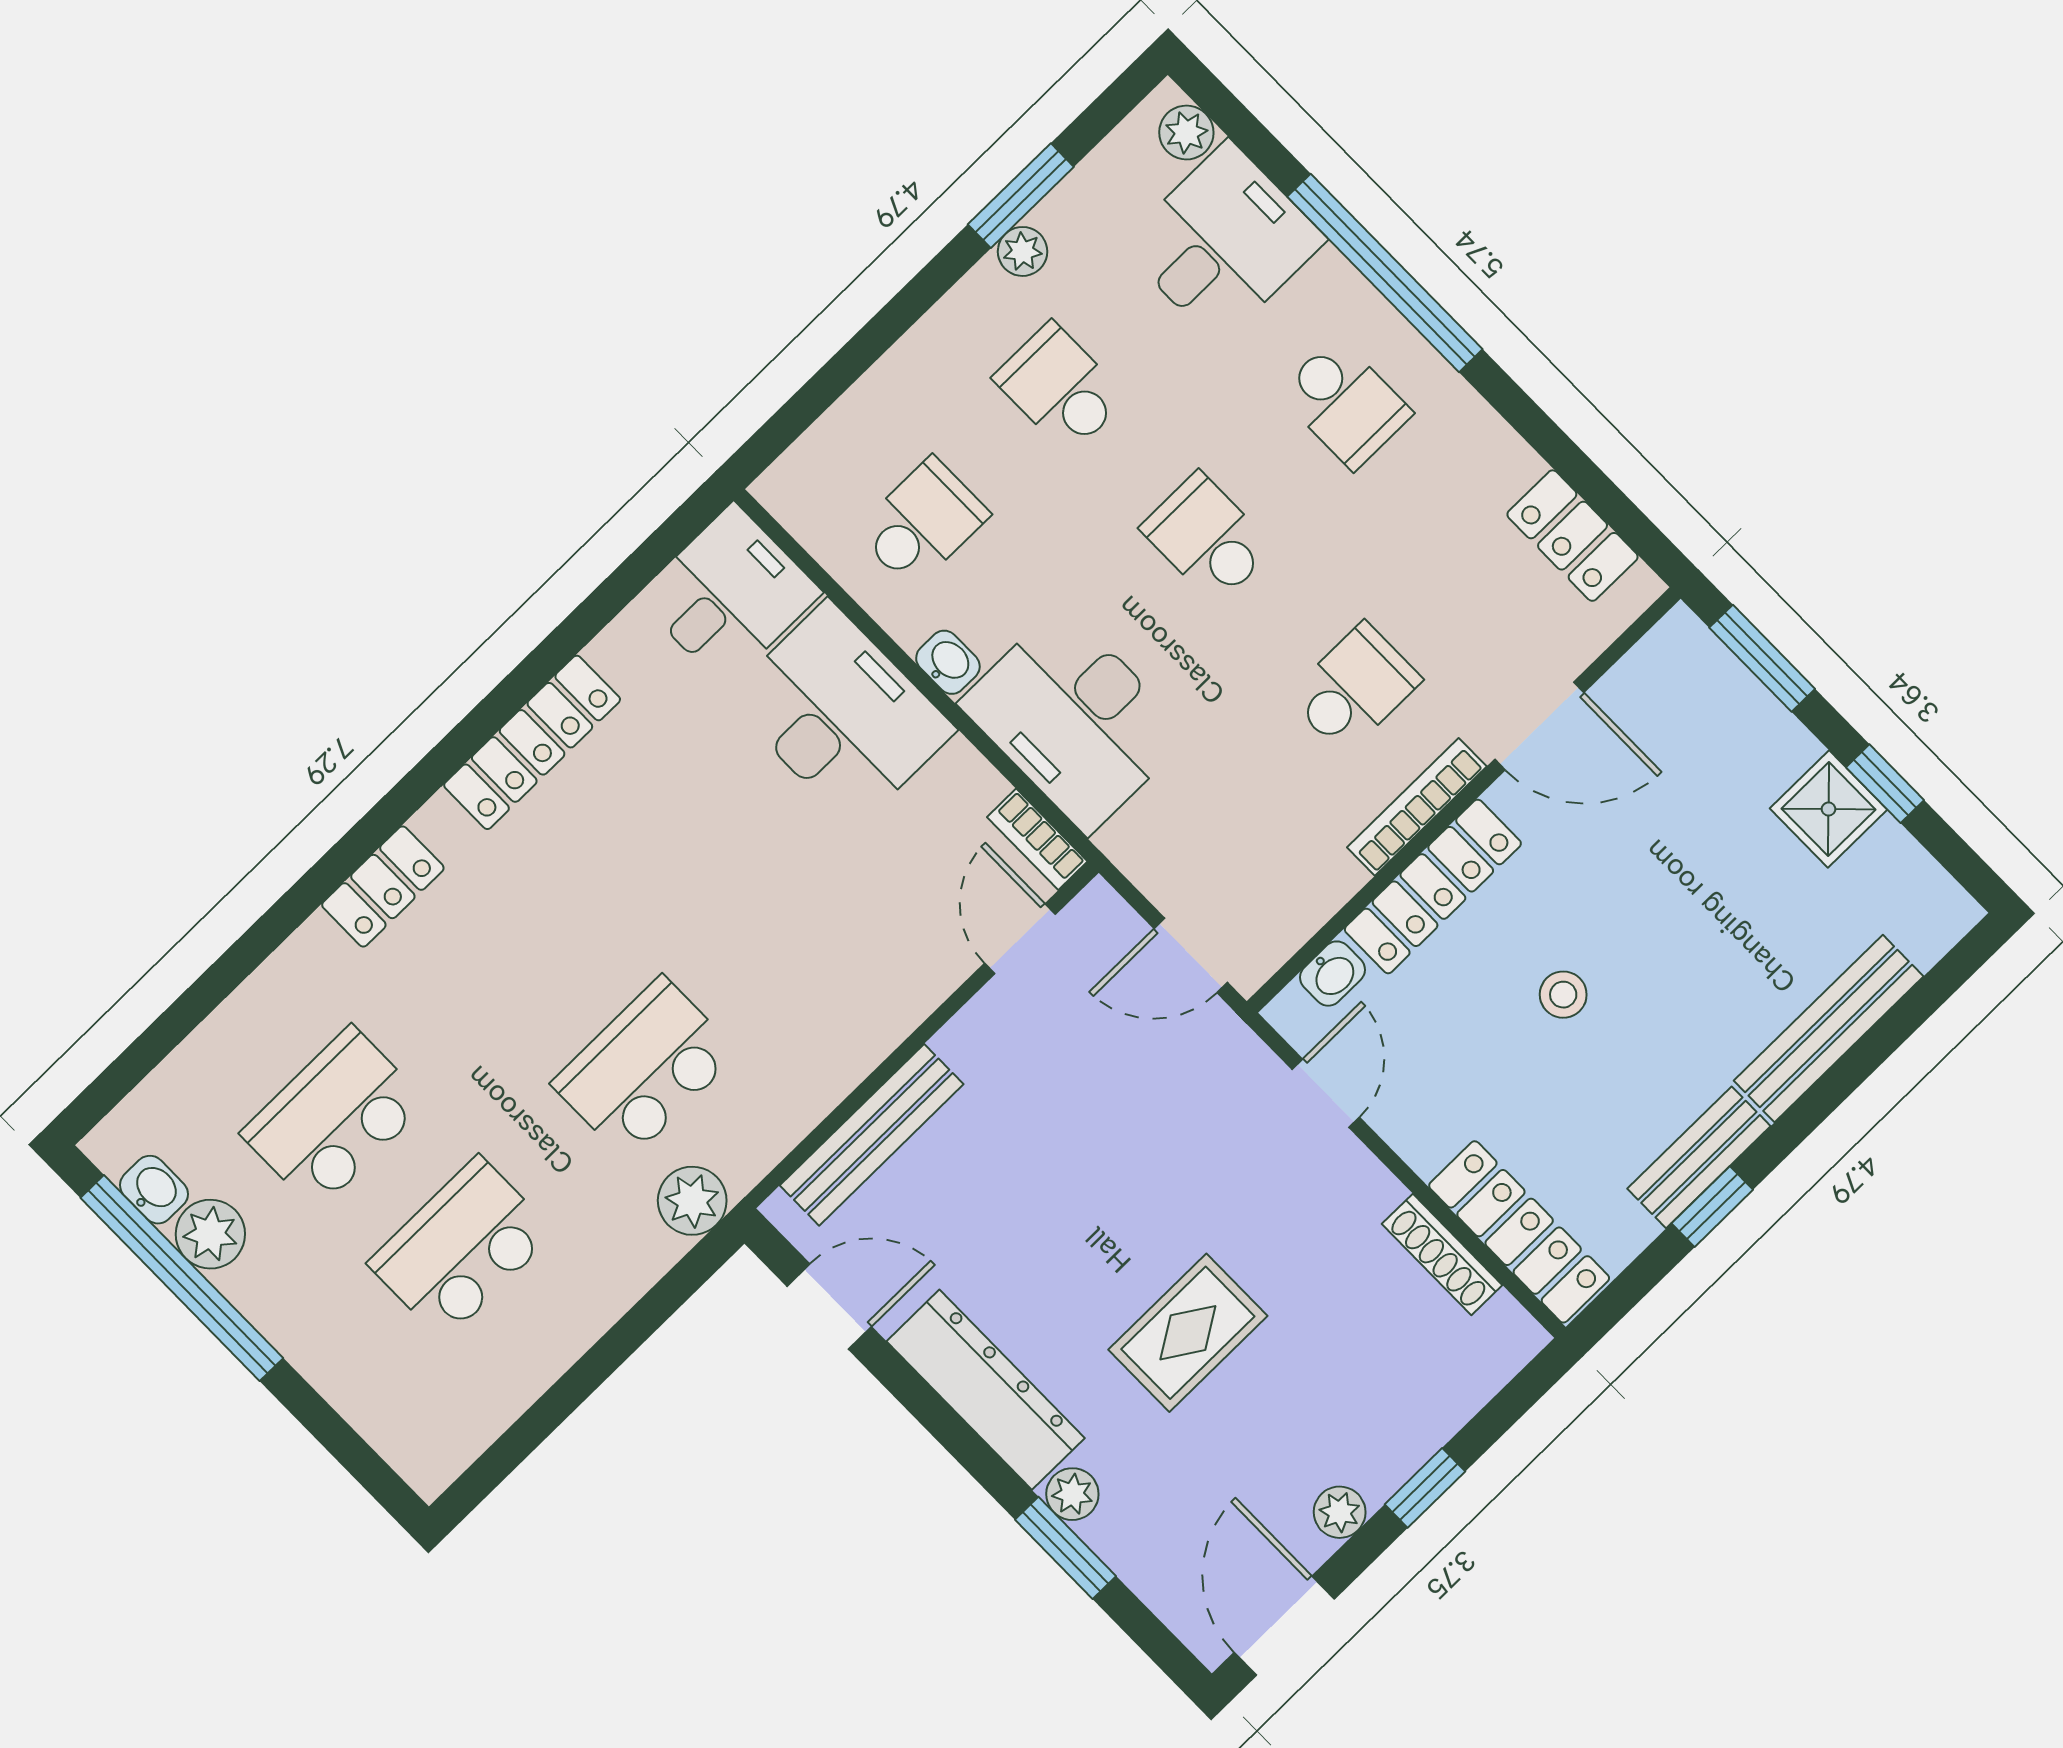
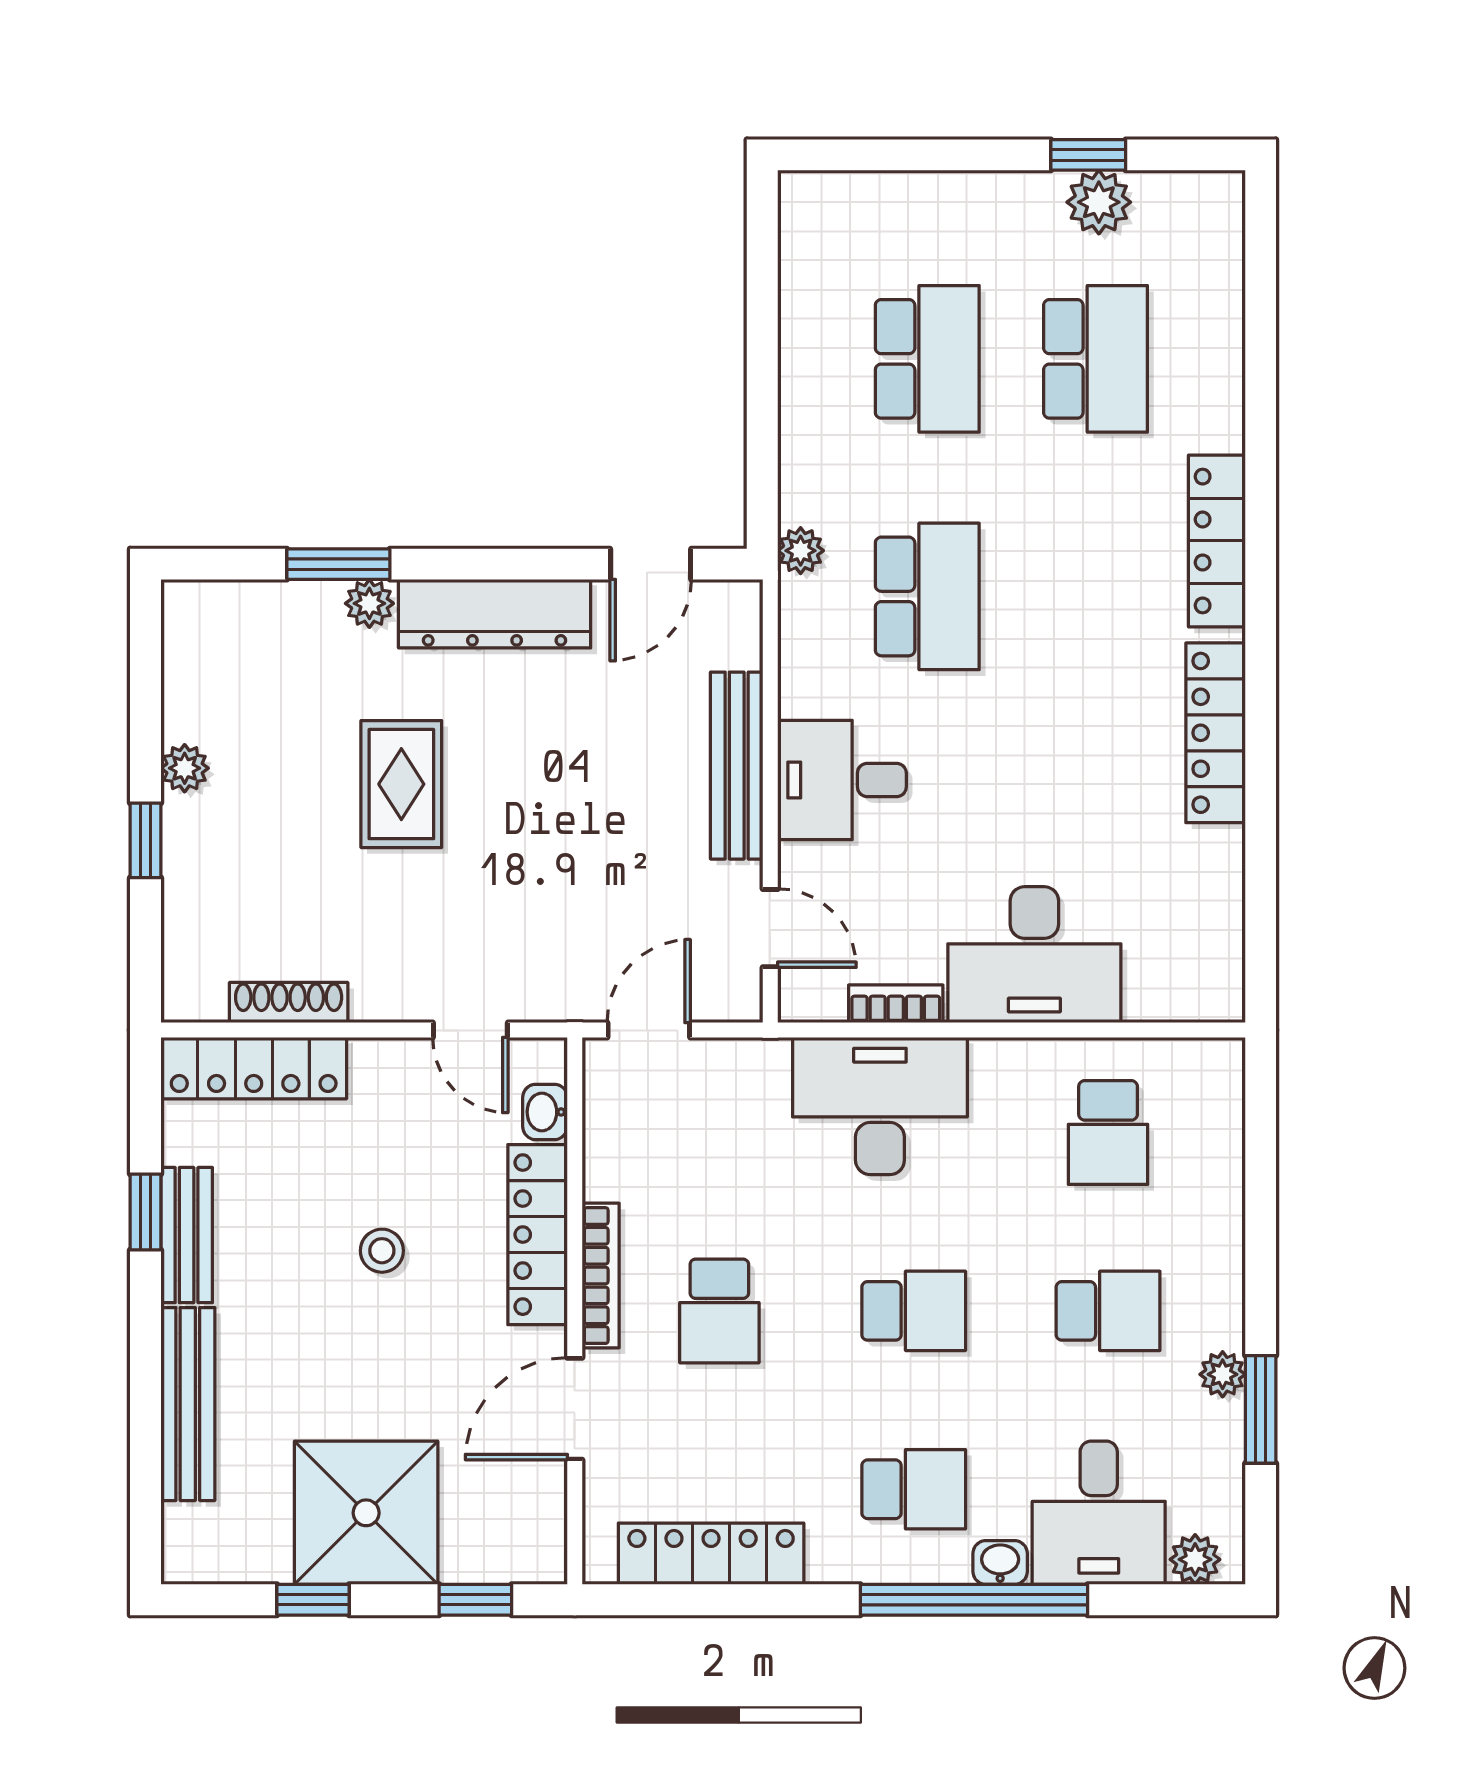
school desk: (1345, 403) -> (914, 1489), turned 180
locker: (1573, 536) -> (711, 1554), width x1.53
desk: (729, 595) -> (842, 780), moved, turned 90
window: (1762, 658) -> (475, 1600), width x0.67
washbasin: (948, 662) -> (1000, 1563), moved, turned 180
shower: (1828, 809) -> (366, 1513), width x1.86, depth x1.86
bookcase: (1037, 839) -> (896, 1004), moved
locker: (383, 886) -> (1217, 541), width x1.53
bench: (872, 1135) -> (737, 766), moved
washbasin: (154, 1190) -> (1165, 194), removed
plant: (692, 1201) -> (801, 551), width x0.73, depth x0.73
window: (182, 1278) -> (1088, 155), width x0.32
door: (1284, 1626) -> (145, 658), removed

